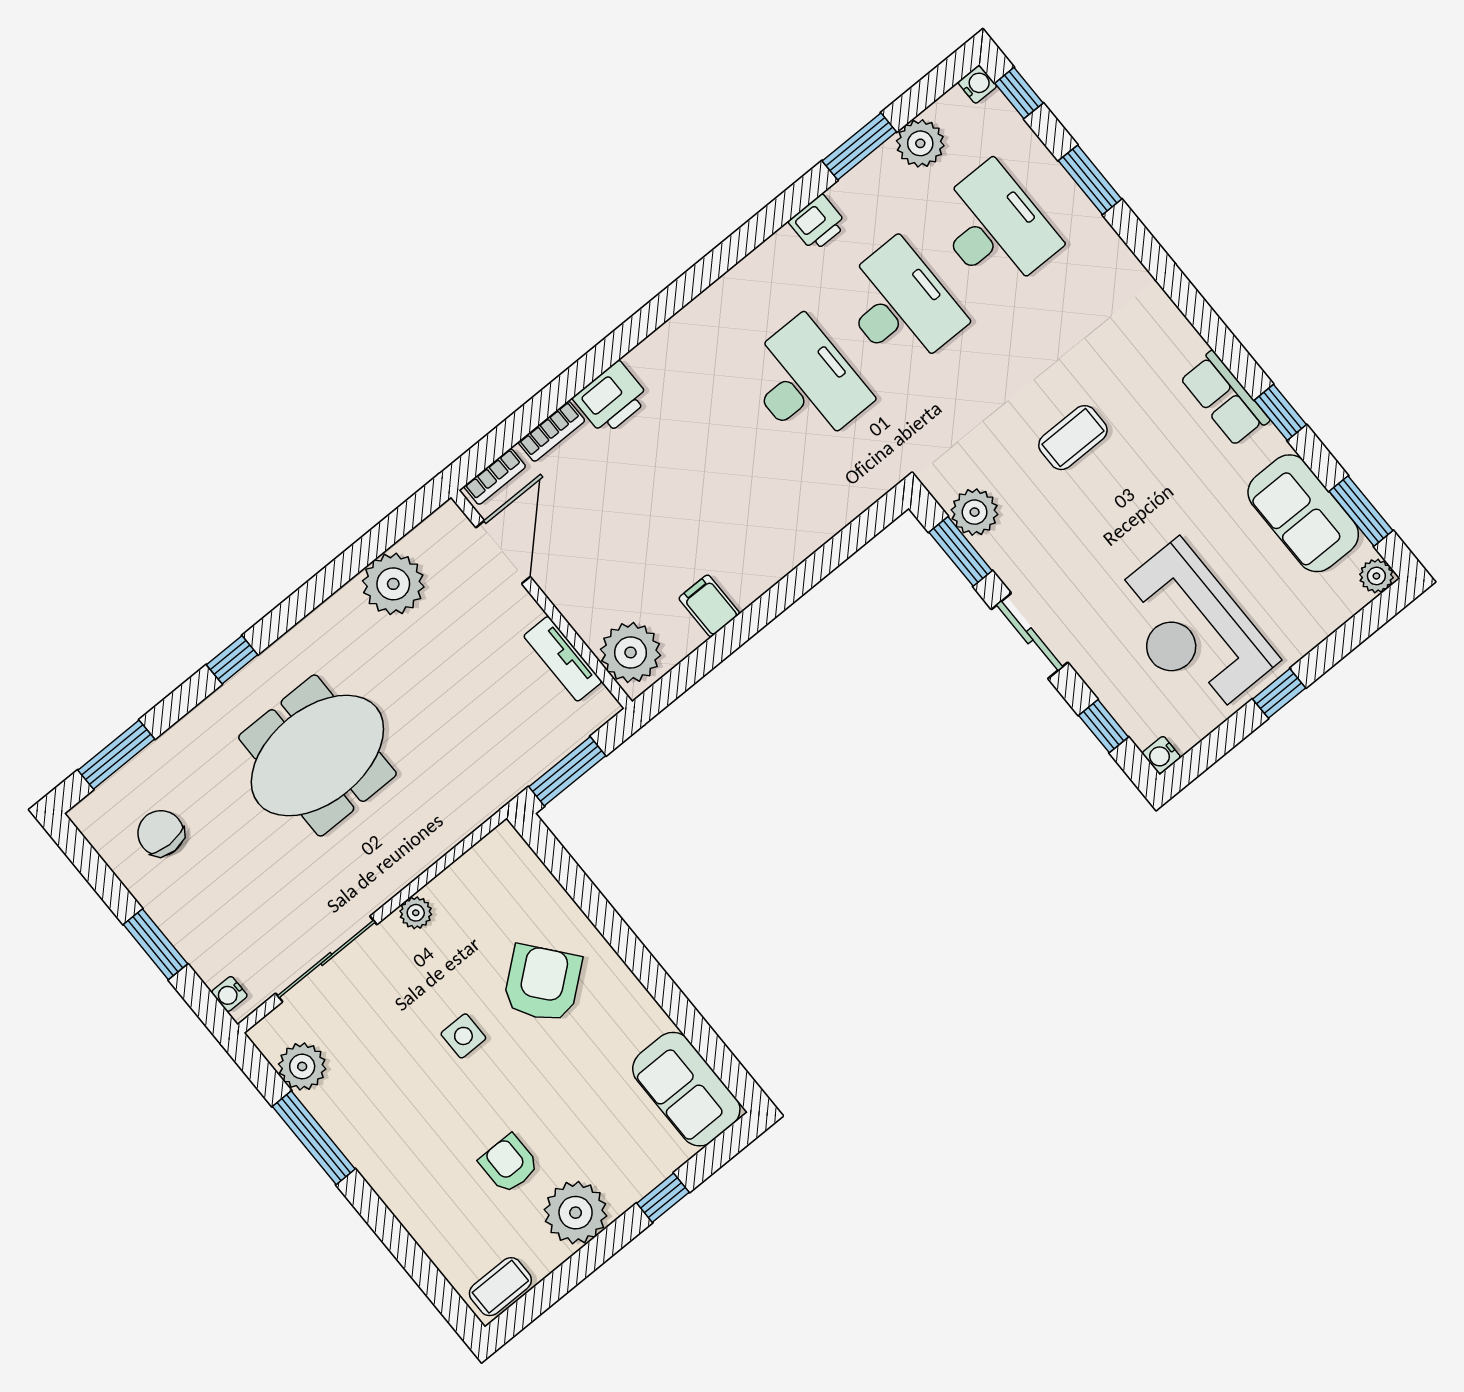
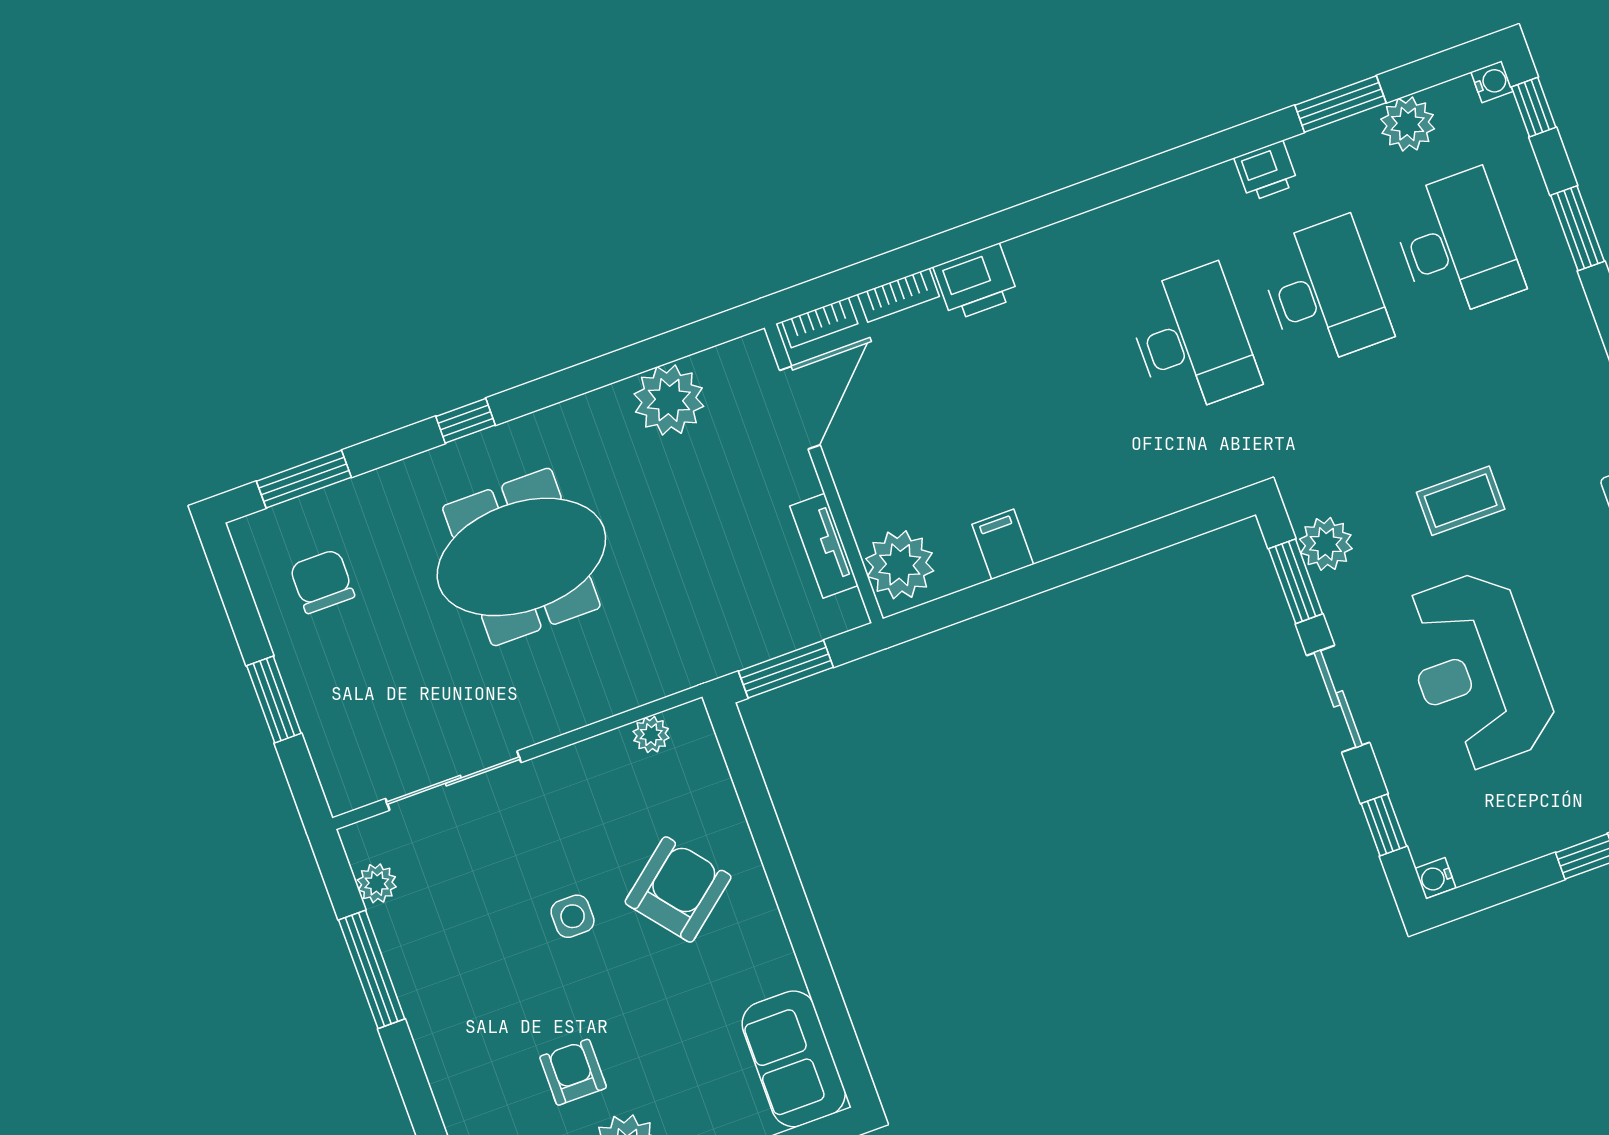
reception desk: (1192, 630) -> (1477, 671), moved
plant: (416, 913) -> (651, 735), moved
water cooler: (229, 994) -> (335, 782), removed
plant: (302, 1066) -> (377, 883), width x0.73, depth x0.73

